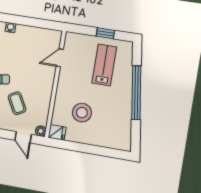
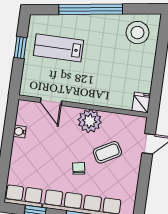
water cooler: (10, 28) -> (20, 132), moved
stool: (82, 113) -> (137, 33), moved
plant: (41, 131) -> (90, 121), moved, width x1.88, depth x1.88

